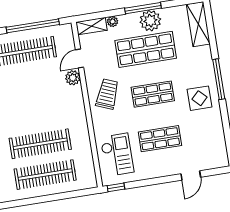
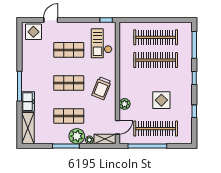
plant: (150, 21) -> (77, 136), moved
shop shelf: (146, 49) -> (69, 116), width x0.70, depth x0.74
door: (79, 58) -> (117, 127), moved
freezer: (204, 60) -> (28, 102), added
display table: (24, 91) -> (161, 100), added
display table: (199, 98) -> (33, 32), moved

